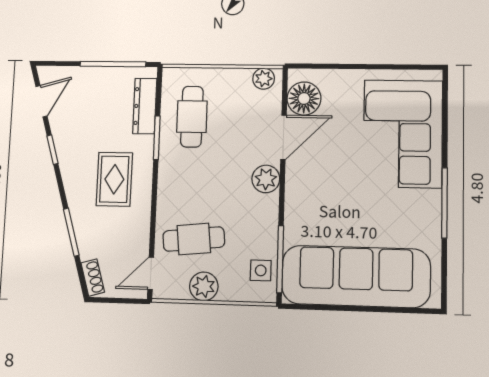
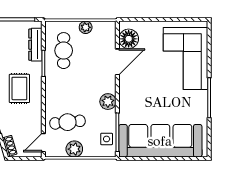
plant: (264, 79) -> (86, 27), moved
plant: (266, 179) -> (108, 102), moved

